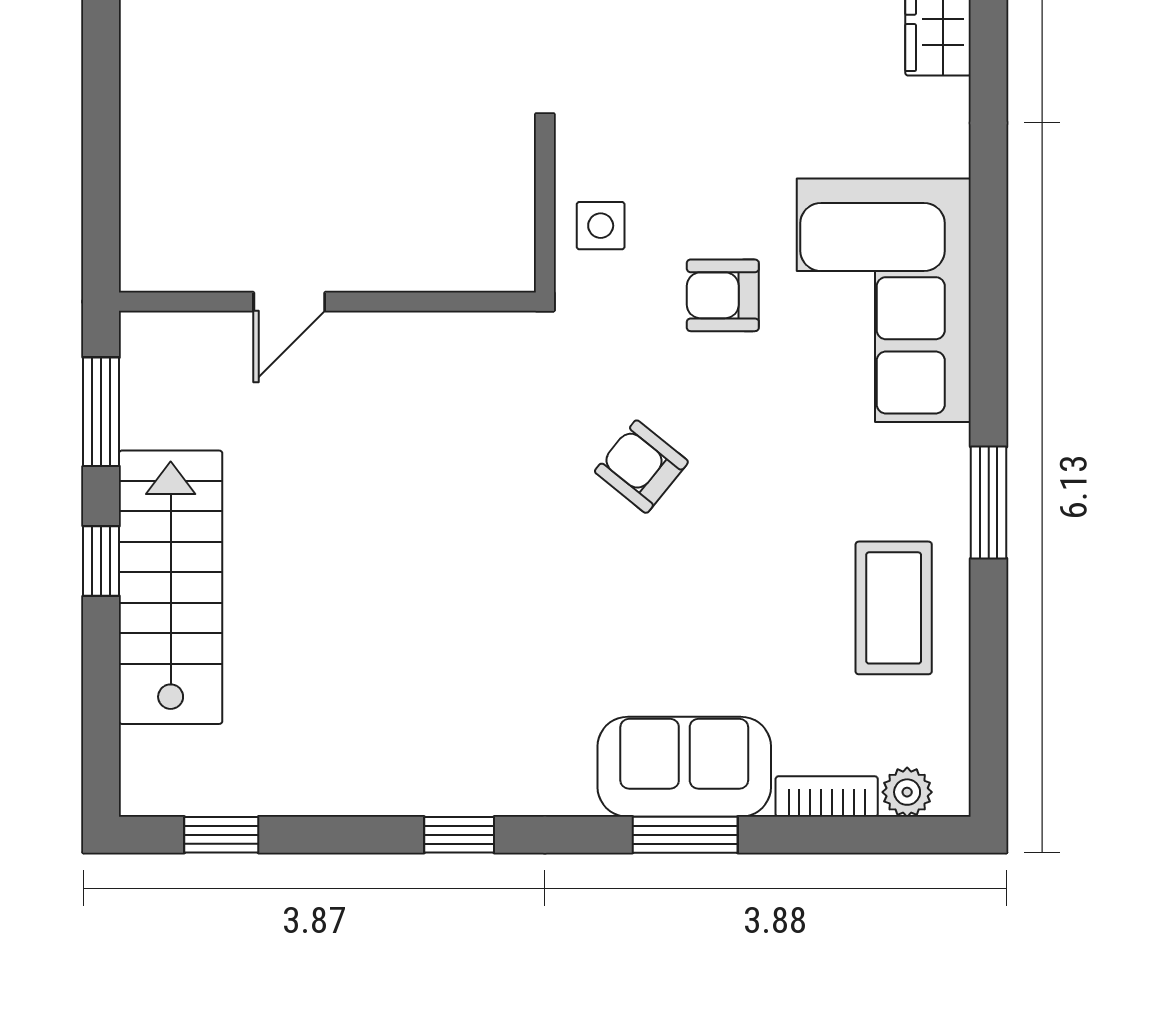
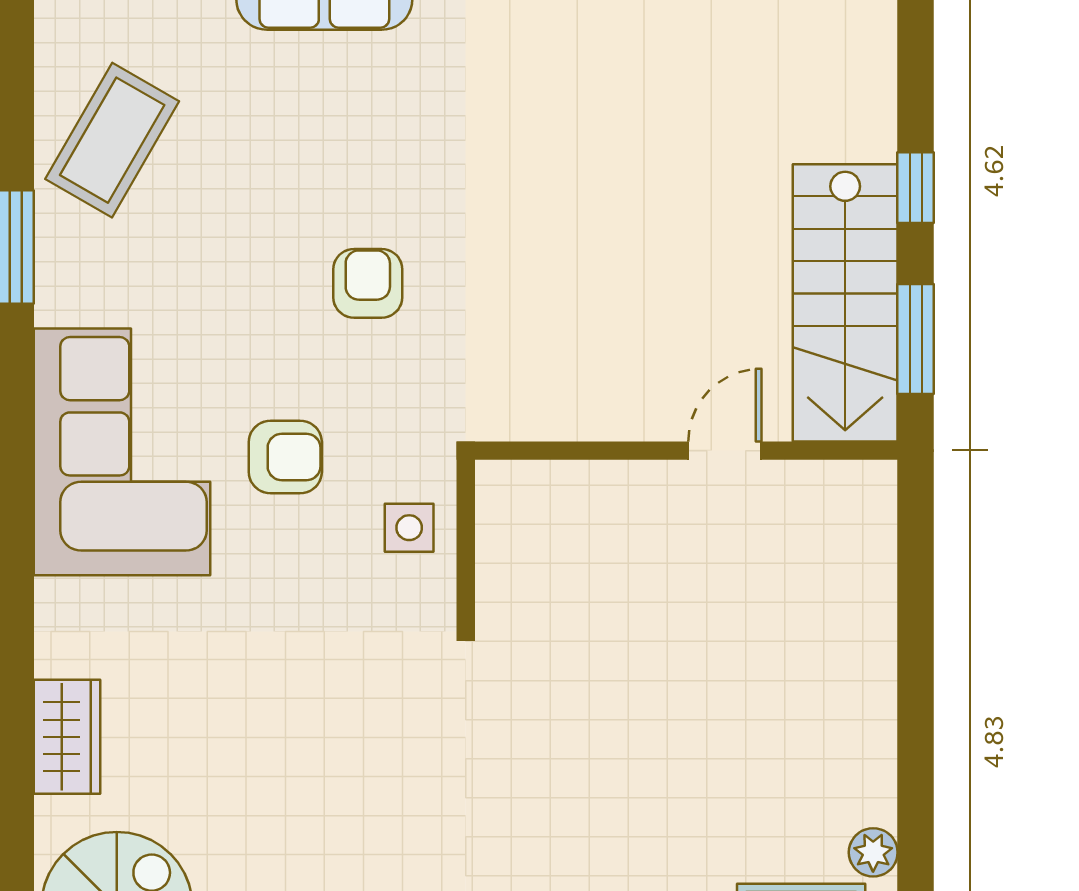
armchair: (641, 467) -> (368, 283), turned -129
stairs: (171, 587) -> (845, 303), moved
coffee table: (894, 608) -> (112, 140), turned 30

